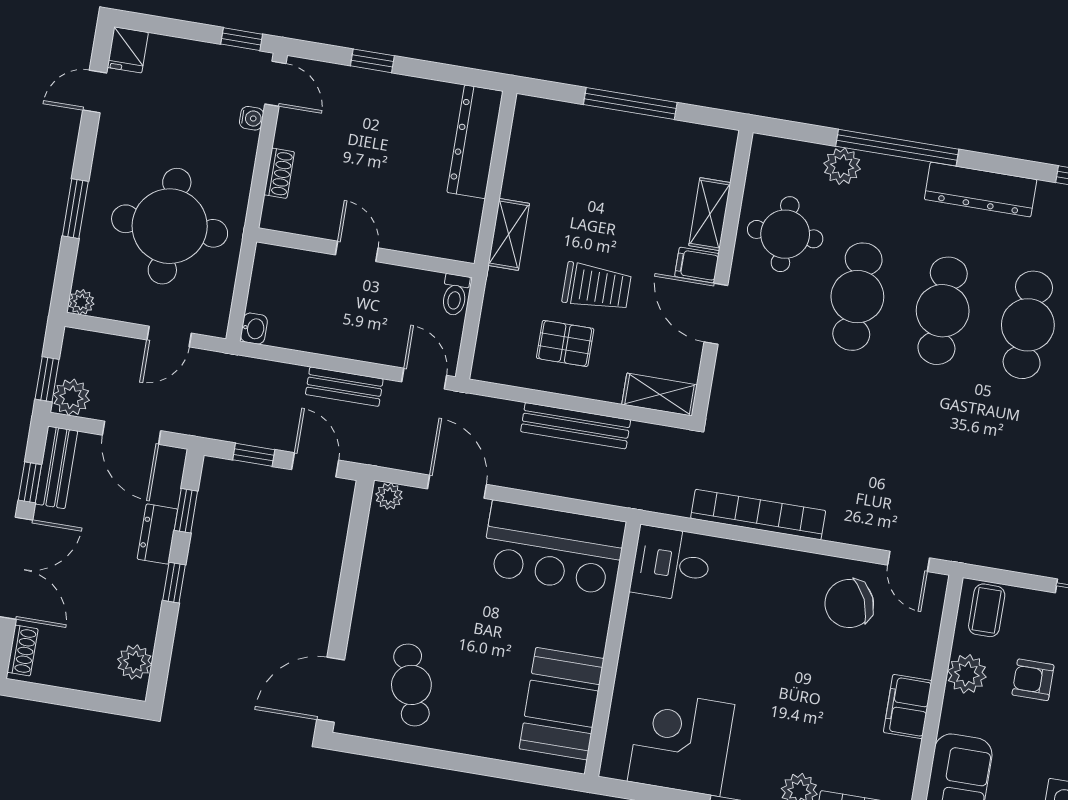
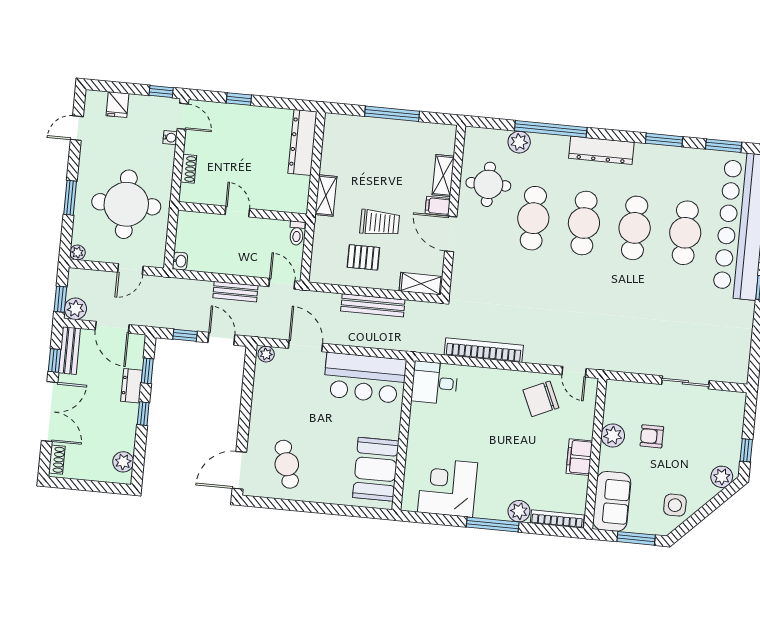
fridge: (128, 50) -> (117, 105), moved
coffee table: (987, 610) -> (622, 397), removed

